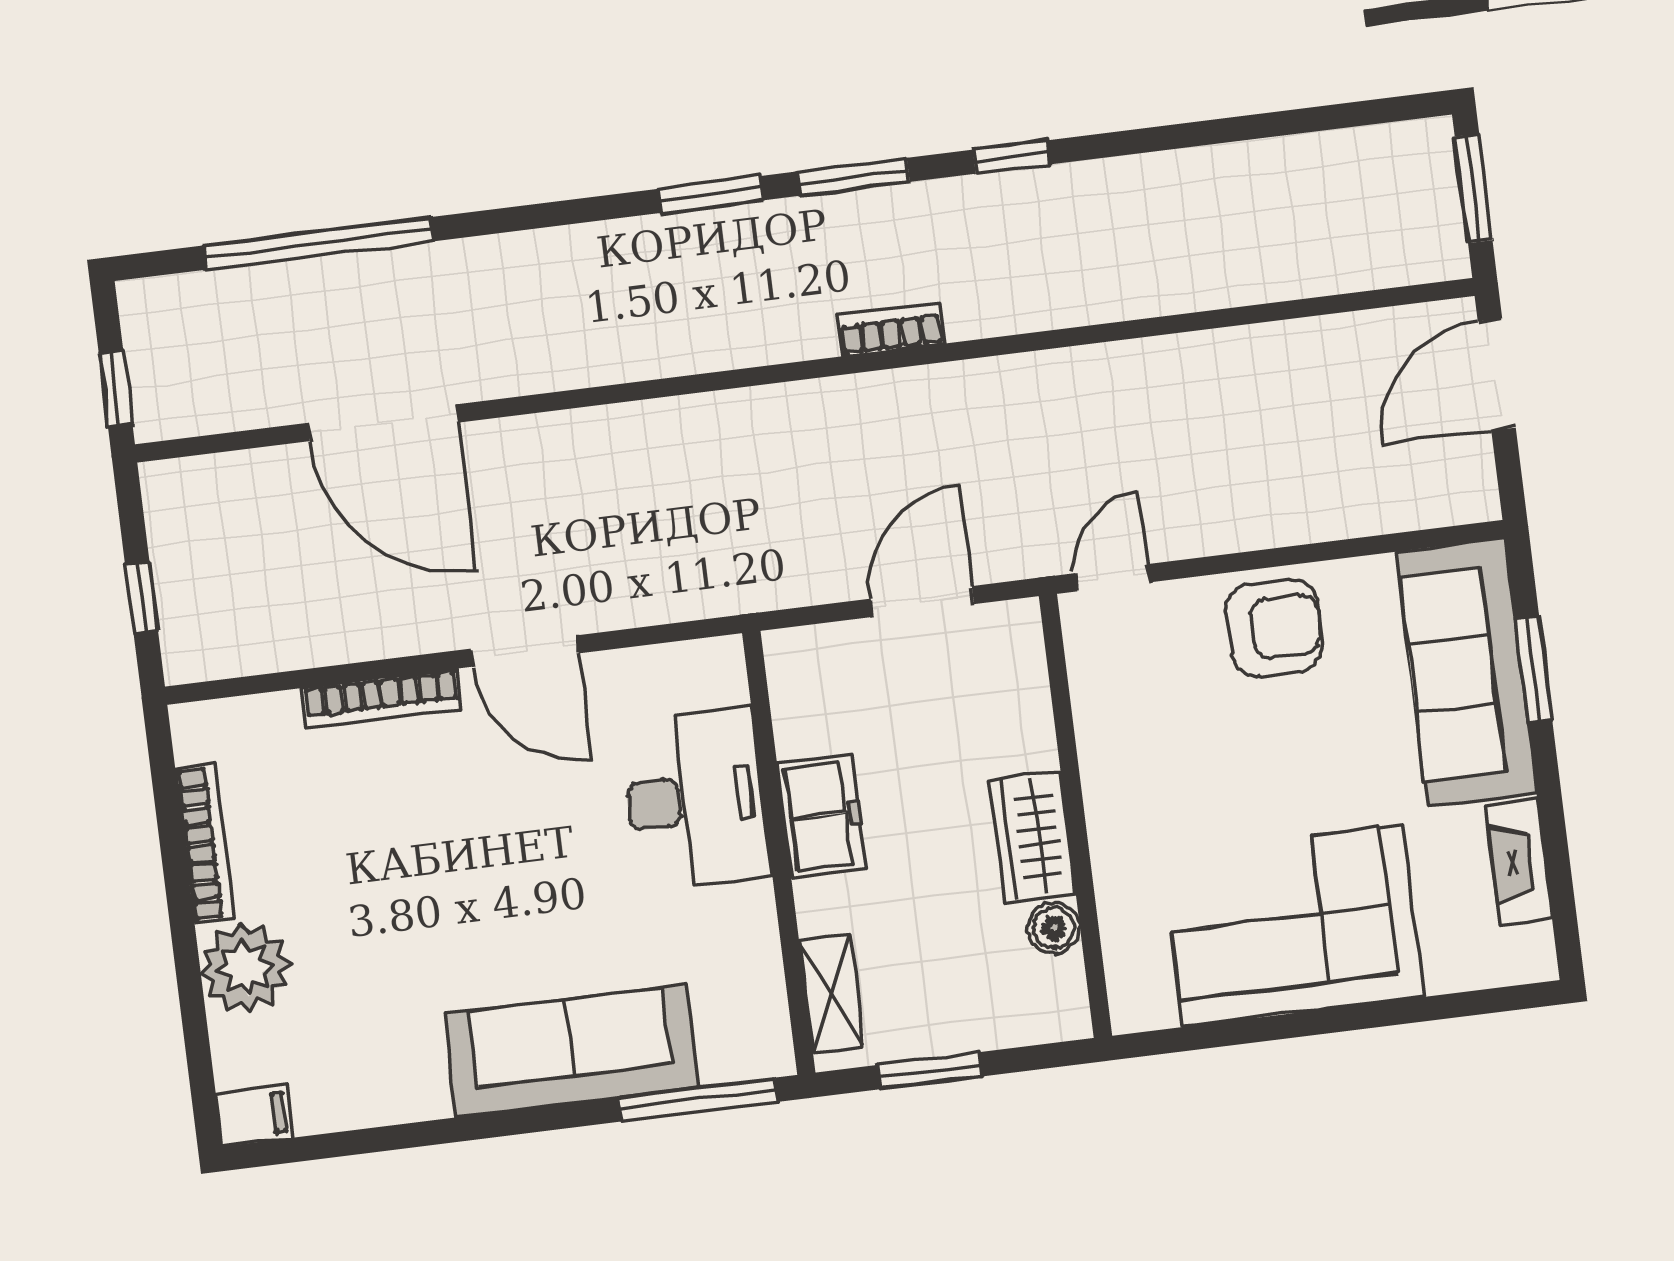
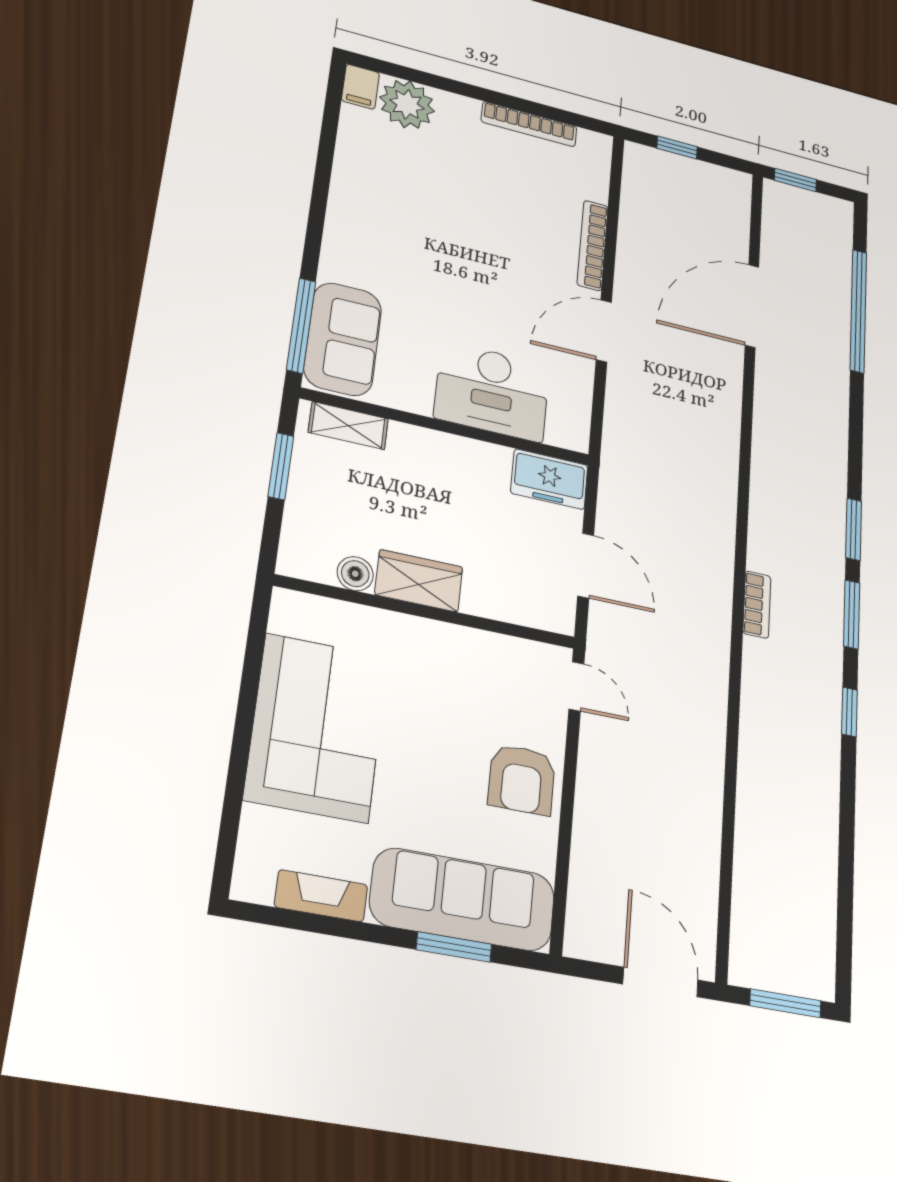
freezer: (821, 816) -> (549, 479), moved
plant: (245, 968) -> (407, 104), moved
sofa: (572, 1051) -> (343, 339), moved, width x0.73

